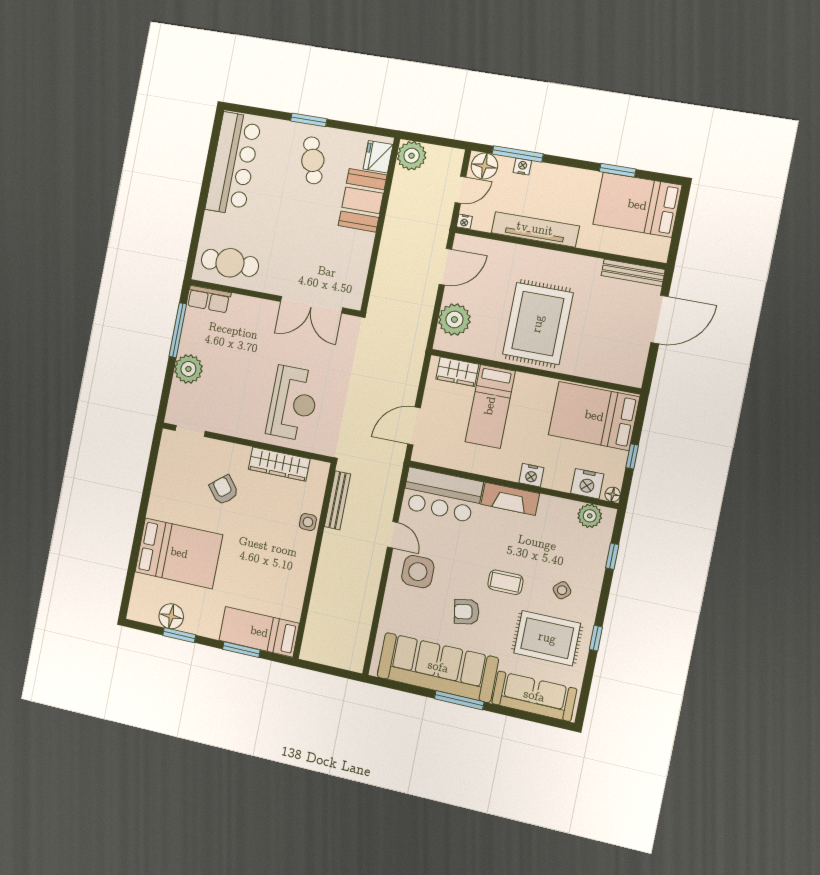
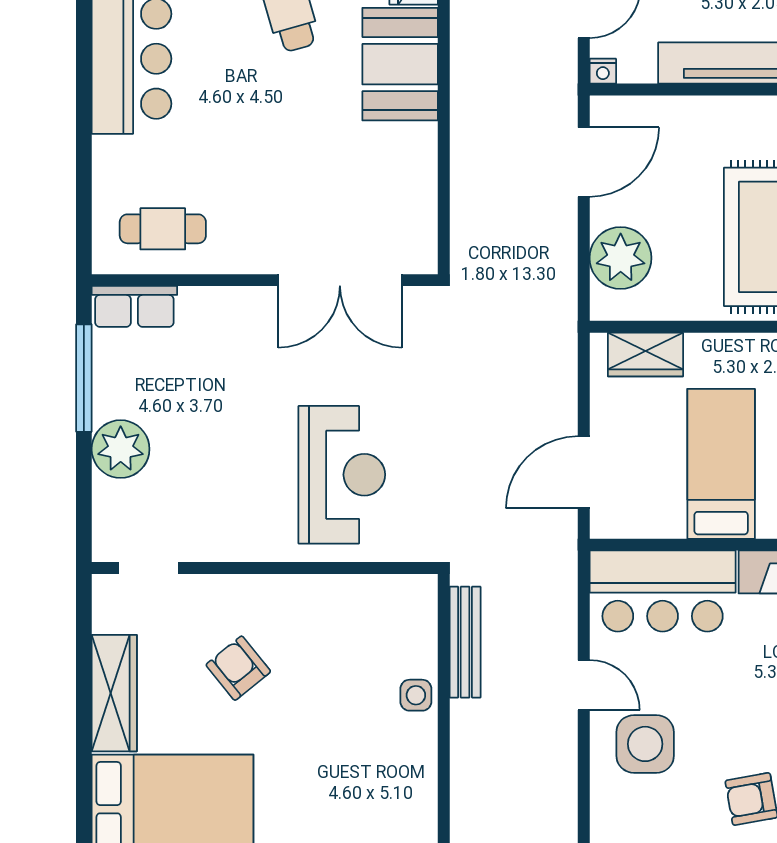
cafe table: (230, 263) -> (163, 229), width x0.73, depth x0.74
bed: (490, 406) -> (721, 464), moved, turned 180
wardrobe: (279, 464) -> (114, 693), moved, turned -90

